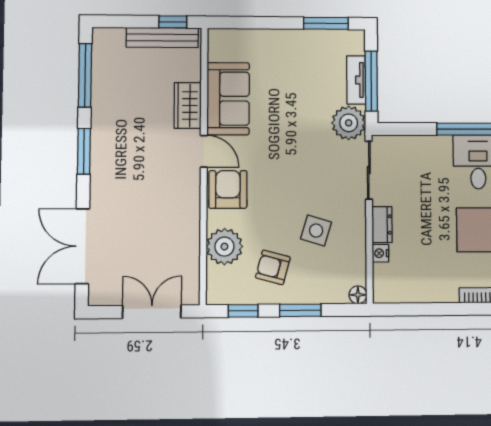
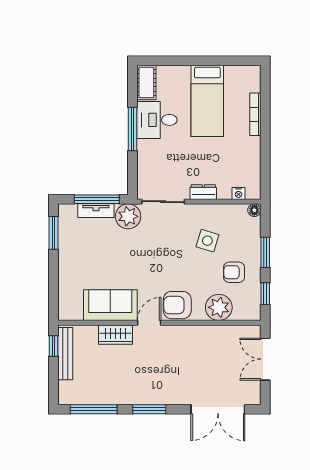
nightstand: (380, 253) -> (239, 193), moved
armchair: (273, 267) -> (234, 272), turned 75

